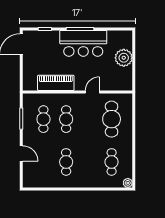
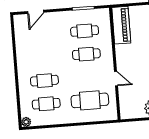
piano: (56, 83) -> (121, 25), moved
door: (21, 153) -> (36, 12), moved
cafe table: (66, 162) -> (44, 81), moved

